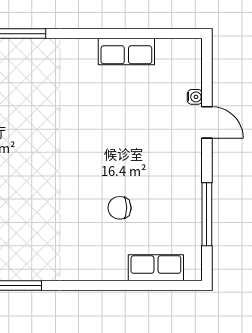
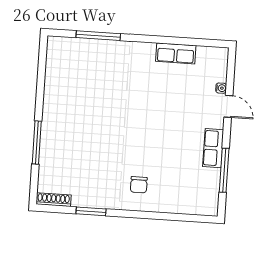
chair: (120, 208) -> (139, 185), moved, turned -90
row of seats: (156, 268) -> (213, 148), moved, turned -90

